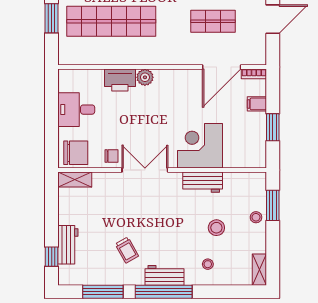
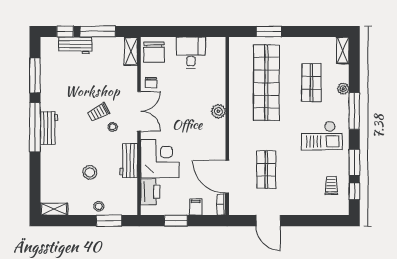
printer: (120, 80) -> (150, 192), moved, turned 180
window: (52, 219) -> (98, 31), added
trolley: (127, 250) -> (99, 112), moved
stool: (208, 264) -> (113, 127), moved

